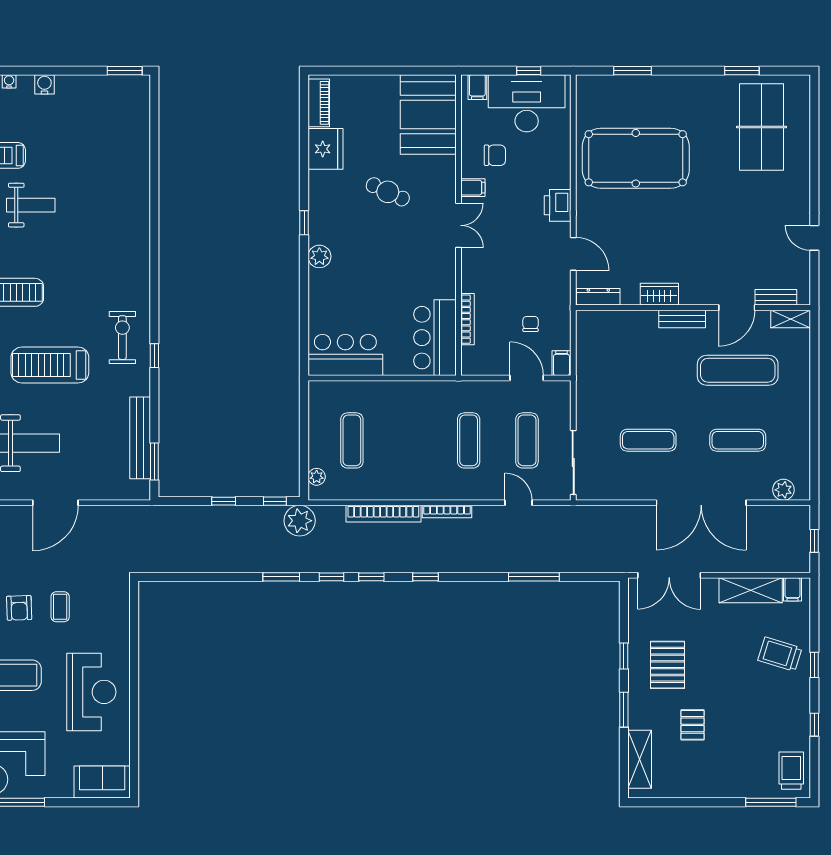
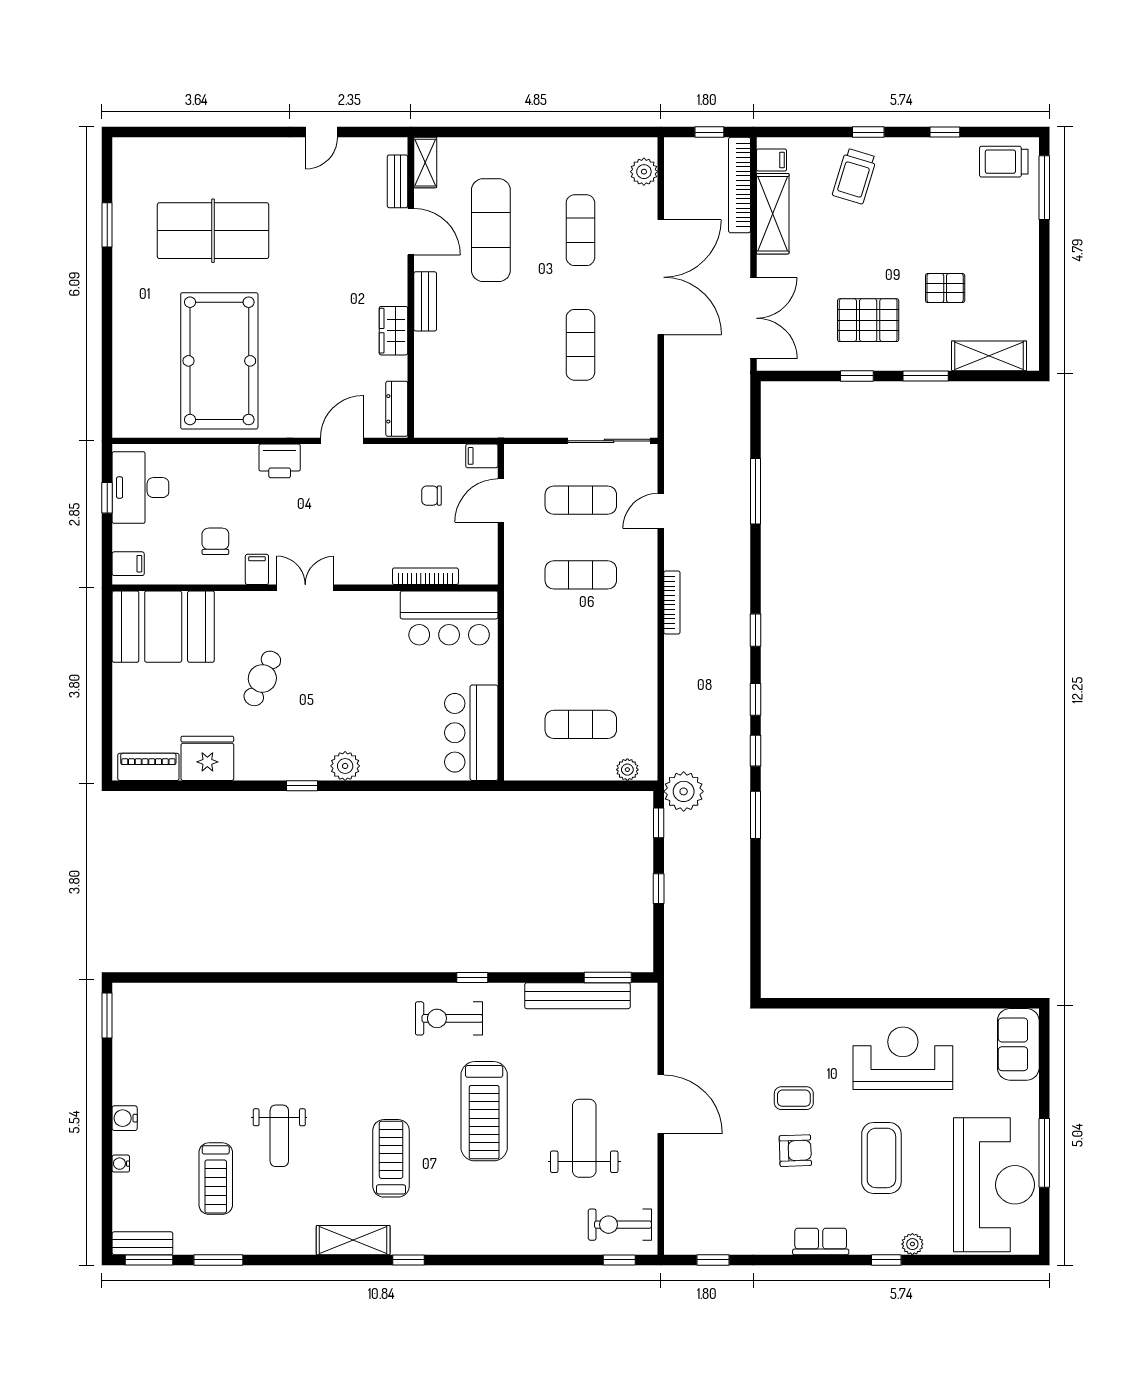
window: (633, 71) -> (107, 365), removed
desk: (527, 103) -> (140, 488), width x0.73, depth x0.77
table tennis table: (761, 127) -> (213, 231), moved
weight bench: (31, 205) -> (279, 1136), turned 180
bookcase: (383, 514) -> (740, 185), moved, turned 180

